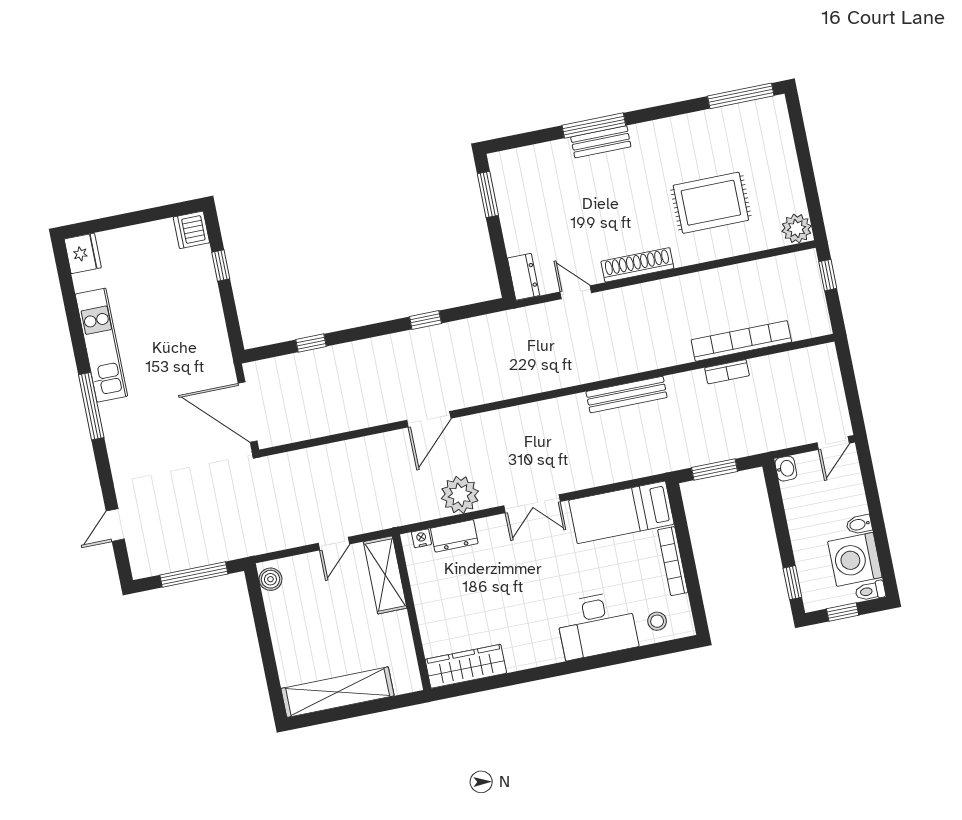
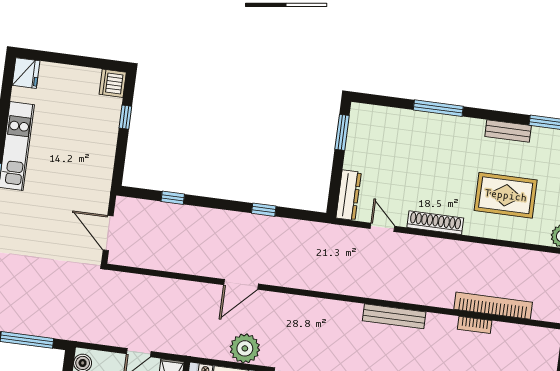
bench: (601, 142) -> (508, 131), moved
dresser: (524, 277) -> (349, 195), width x1.44
door: (248, 412) -> (108, 233), width x0.73

